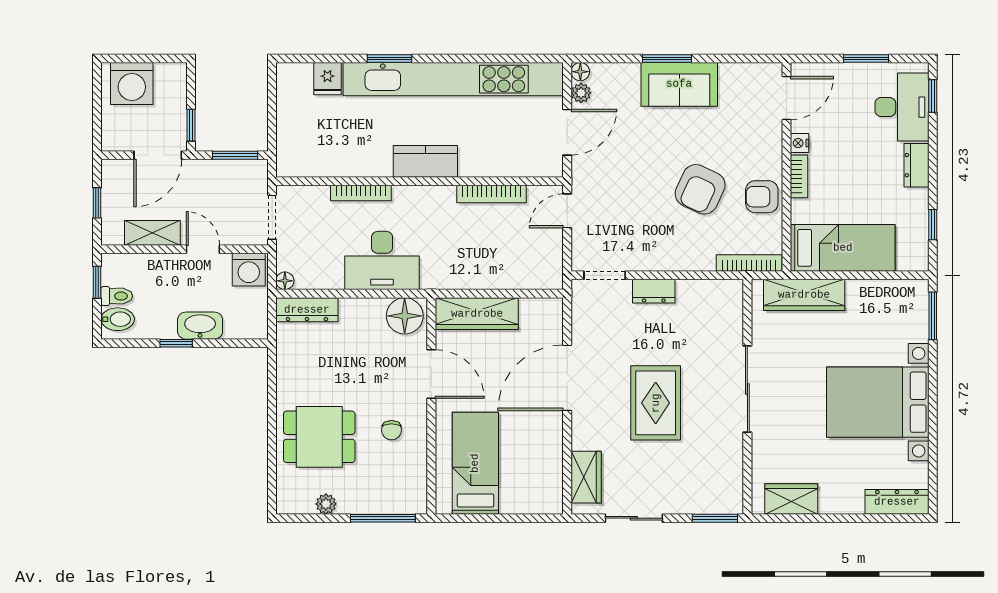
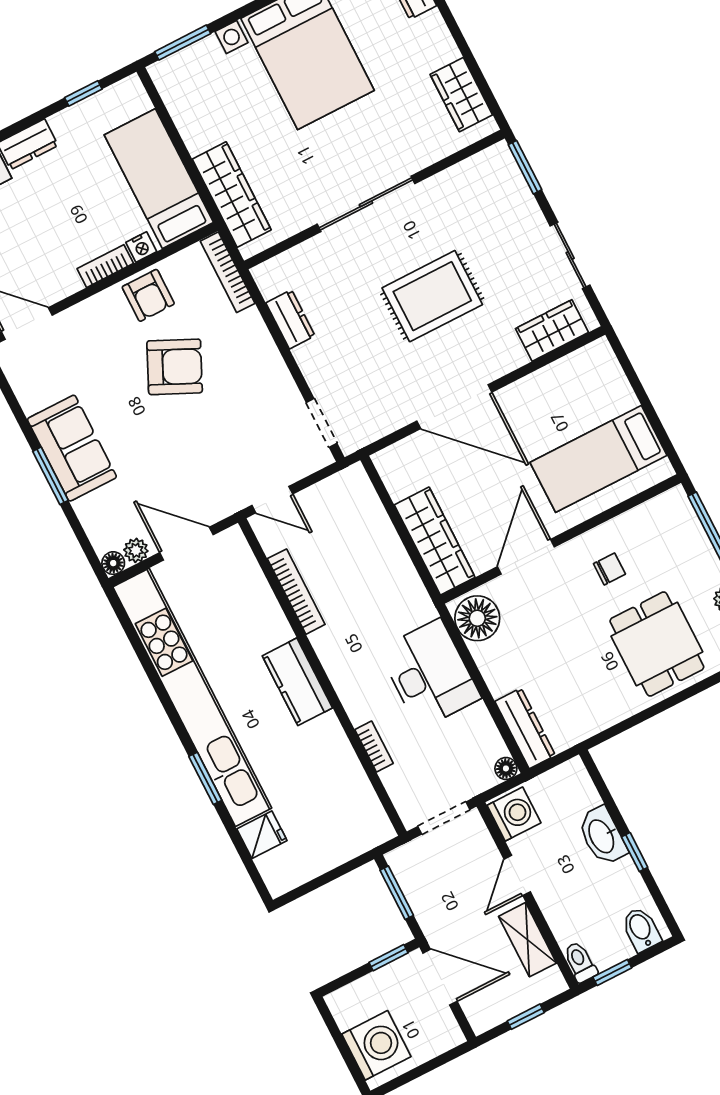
nightstand: (800, 143) -> (141, 247), moved
bookcase: (361, 193) -> (374, 747), width x0.64
dresser: (654, 291) -> (290, 319), moved
toilet: (117, 296) -> (580, 962), moved

